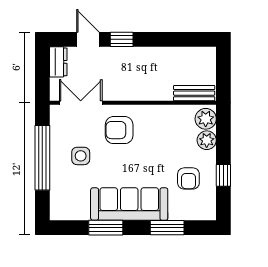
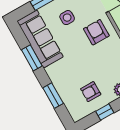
sofa: (129, 204) -> (40, 39), moved

